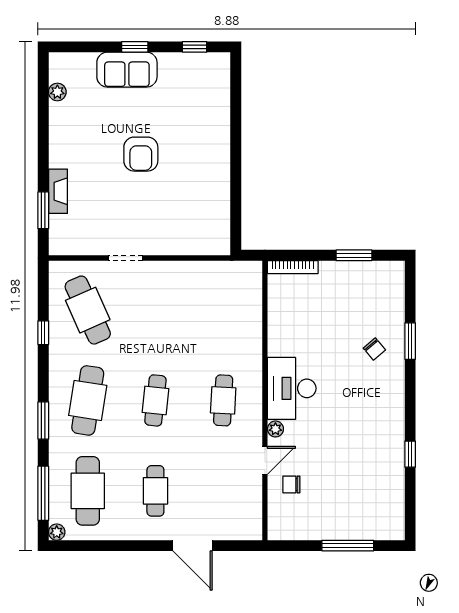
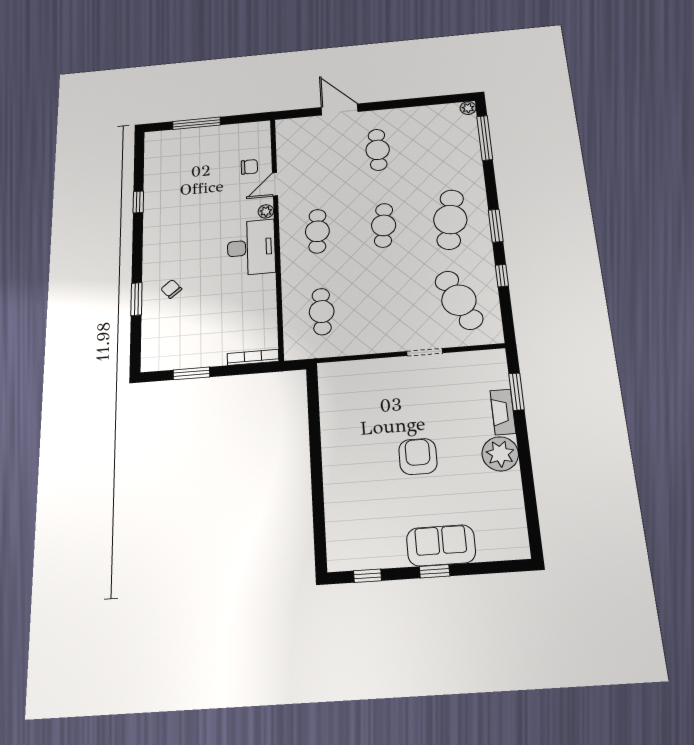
plant: (57, 92) -> (500, 454), moved, width x1.87, depth x1.87
window: (43, 421) -> (496, 226), moved
cafe table: (88, 491) -> (322, 312), moved, width x0.73, depth x0.74

